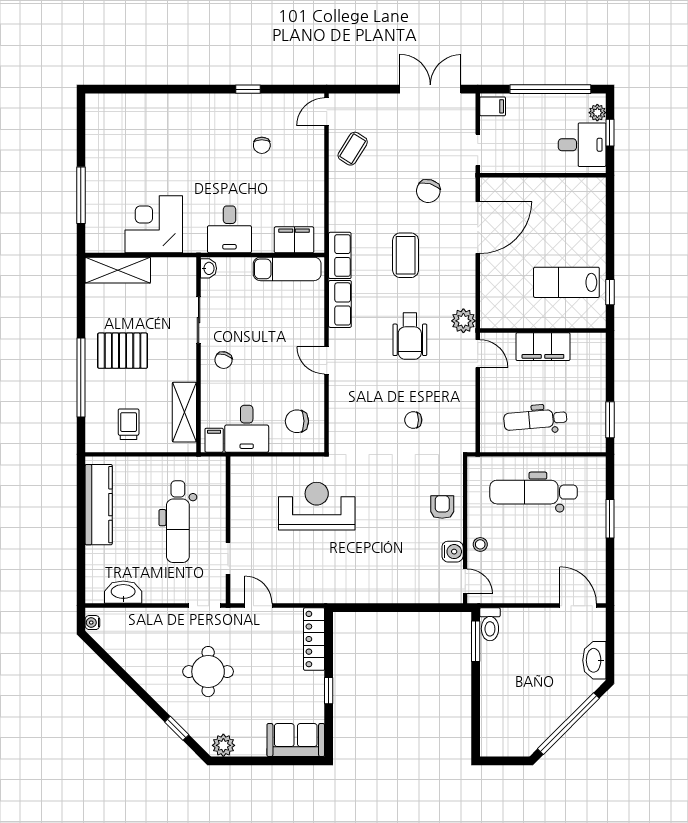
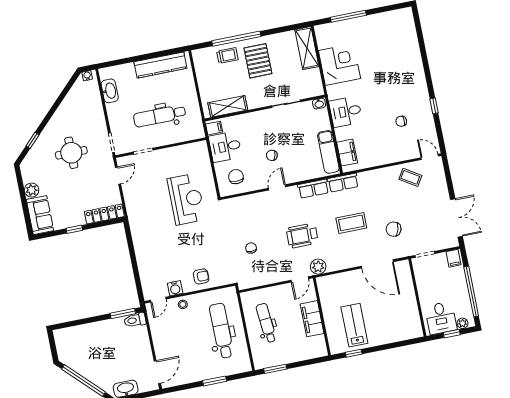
chair: (224, 360) -> (272, 155), moved
trolley: (129, 424) -> (227, 56), moved
plant: (223, 745) -> (32, 190), moved

